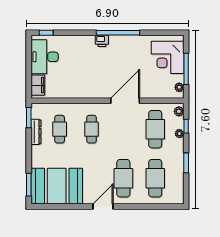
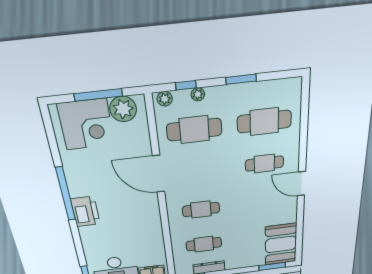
printer: (102, 41) -> (85, 211), width x1.87, depth x1.48
plant: (179, 87) -> (123, 109), width x1.88, depth x1.88
cafe table: (123, 178) -> (264, 164), width x0.73, depth x0.74
booth: (57, 186) -> (281, 244), width x0.73, depth x0.70

